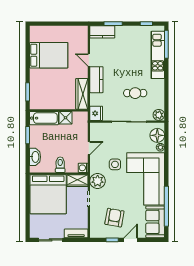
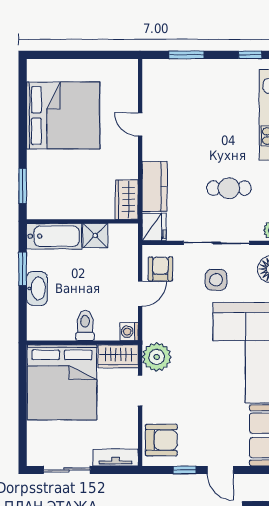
kitchen counter: (102, 32) -> (166, 71), removed
bed: (49, 55) -> (63, 116), width x1.36
kitchen counter: (96, 80) -> (155, 186), moved
wardrobe: (82, 94) -> (127, 200), width x0.67
armchair: (99, 135) -> (160, 269), added
washbasin: (35, 157) -> (37, 288), moved
side table: (115, 164) -> (216, 280), moved
armchair: (114, 218) -> (161, 440), moved, turned 80
door: (131, 240) -> (220, 470), swing flipped

